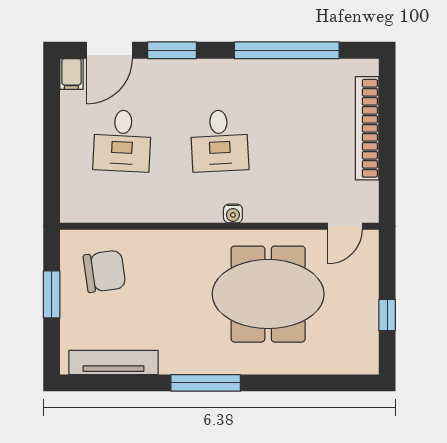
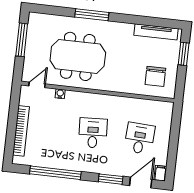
water cooler: (233, 213) -> (60, 94), moved
chair: (104, 271) -> (155, 76), turned -82
window: (52, 294) -> (184, 54), moved
window: (387, 315) -> (22, 40), width x2.17
window: (206, 383) -> (92, 15), moved

